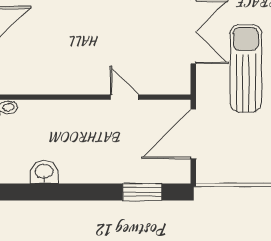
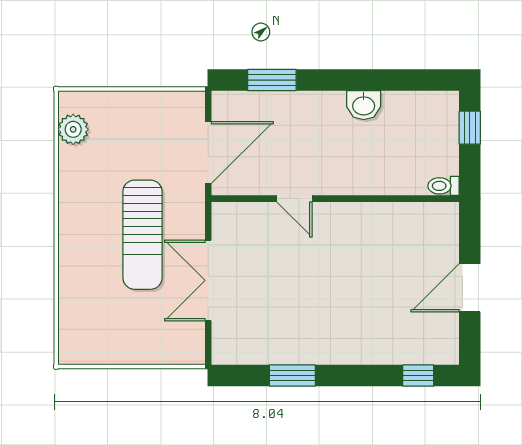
washbasin: (44, 172) -> (364, 105), moved

